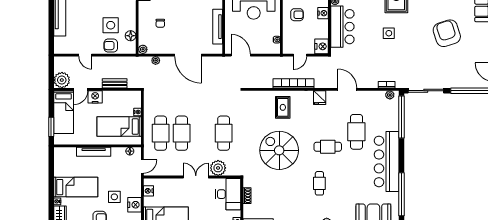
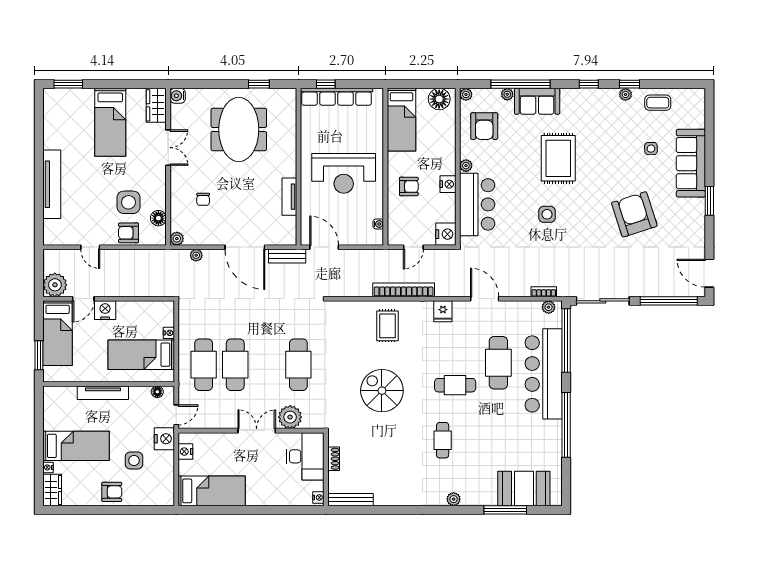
tv unit: (218, 27) -> (289, 197), width x0.71
bench: (115, 83) -> (287, 256), moved
spiral stairs: (279, 150) -> (382, 391), width x0.73, depth x0.73
bar counter: (387, 161) -> (544, 374), moved
window: (401, 194) -> (566, 425), moved
nightstand: (135, 205) -> (164, 439), moved

